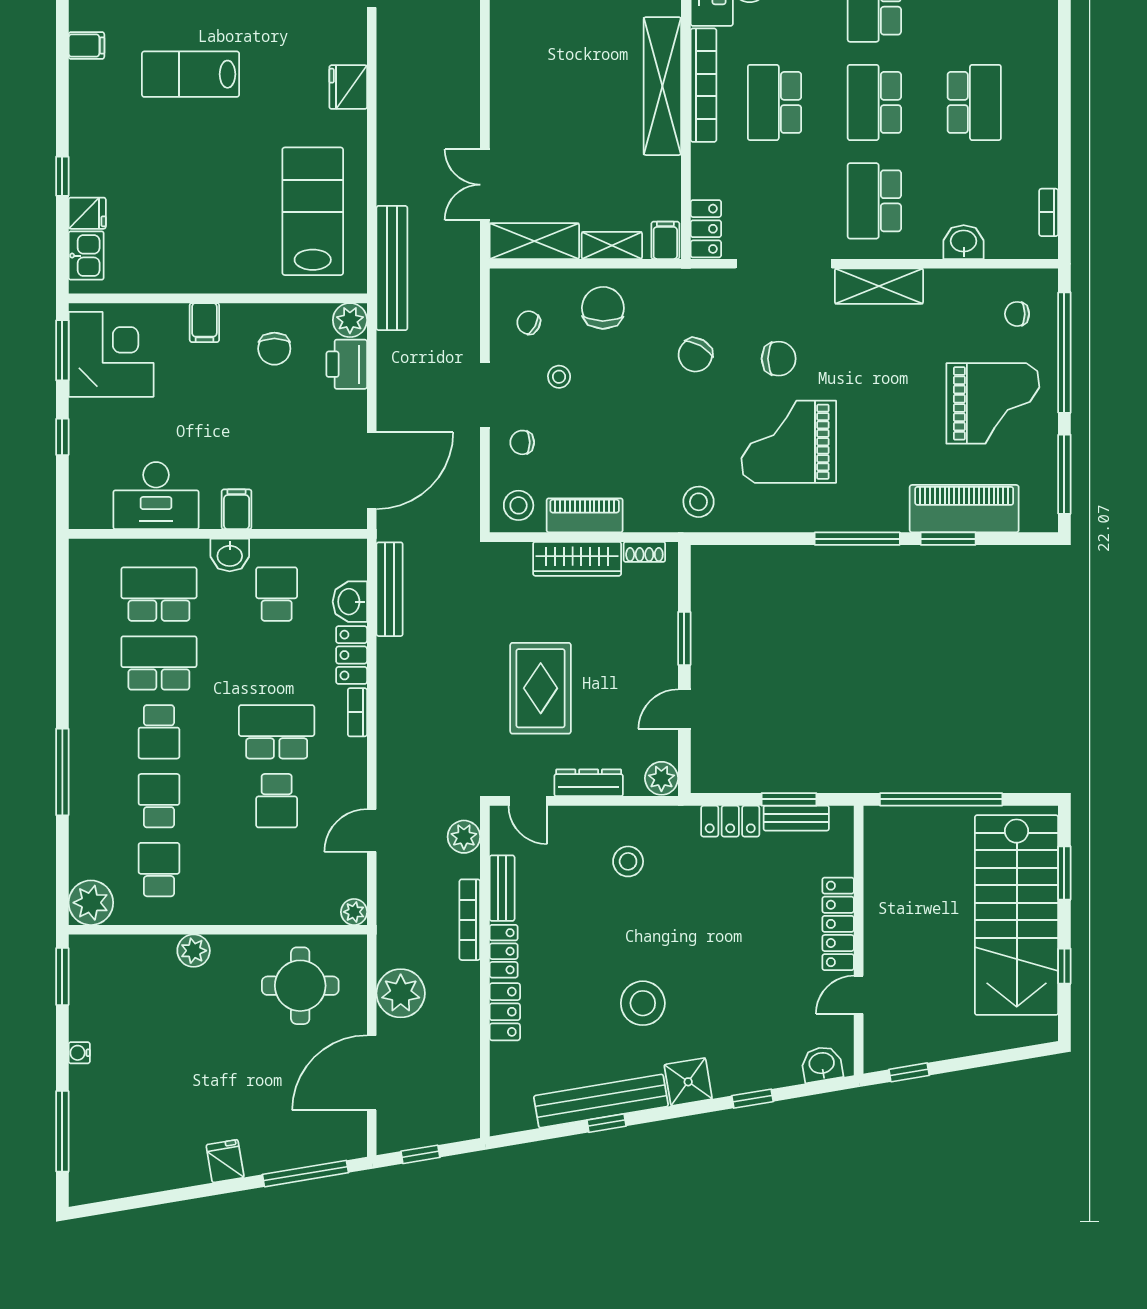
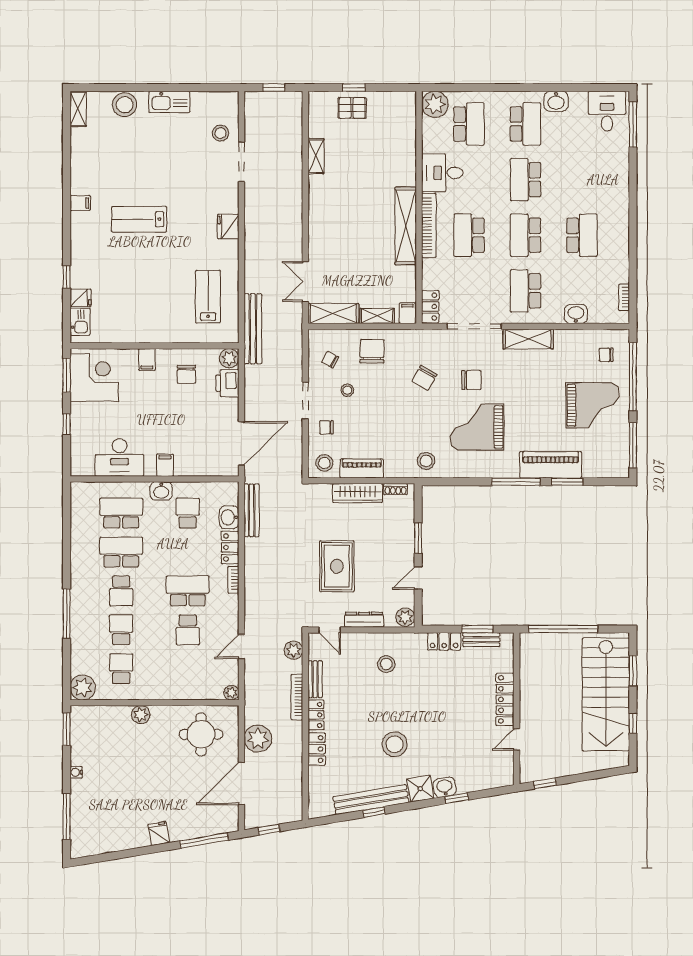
lab bench: (313, 211) -> (208, 297), width x0.73, depth x0.72
piano: (964, 509) -> (551, 465), moved
washbasin: (822, 1064) -> (445, 787), moved

